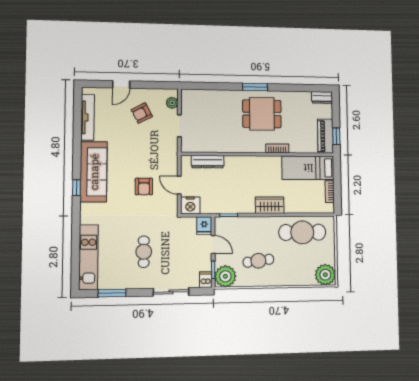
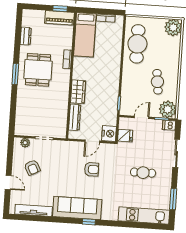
dresser: (322, 97) -> (26, 36), moved
wardrobe: (270, 205) -> (78, 92), moved, turned 180
fridge: (204, 226) -> (125, 136), moved

